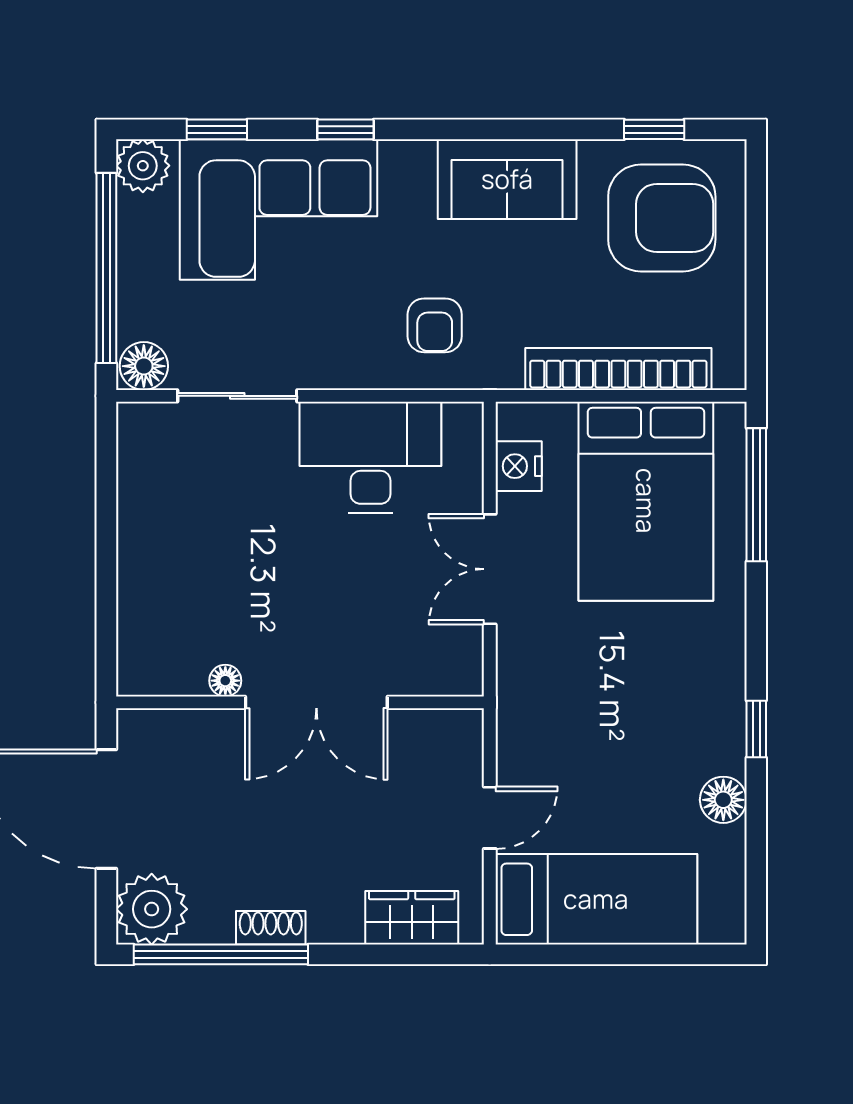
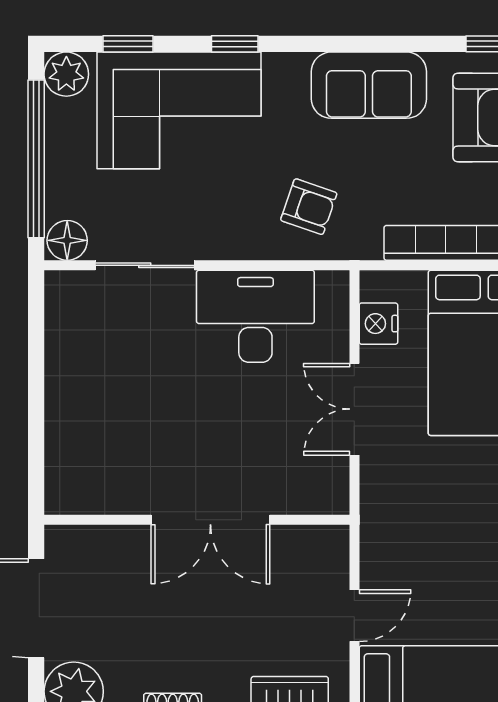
armchair: (435, 325) -> (309, 207), turned -71
floor lamp: (225, 681) -> (135, 502), removed

